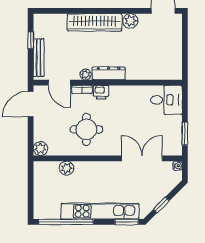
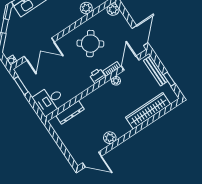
wardrobe: (95, 22) -> (148, 111), moved
dresser: (109, 73) -> (70, 112), moved
door: (59, 83) -> (130, 63), hinge flipped
round table: (86, 129) -> (90, 44), turned 36

